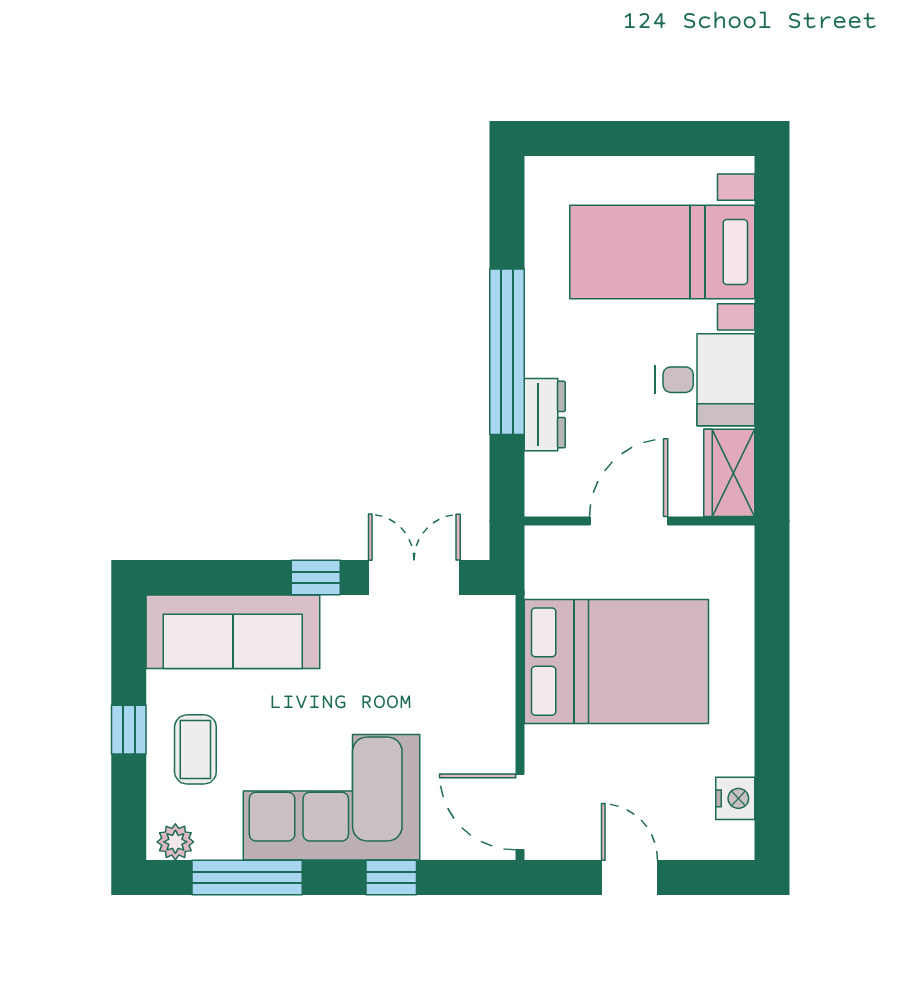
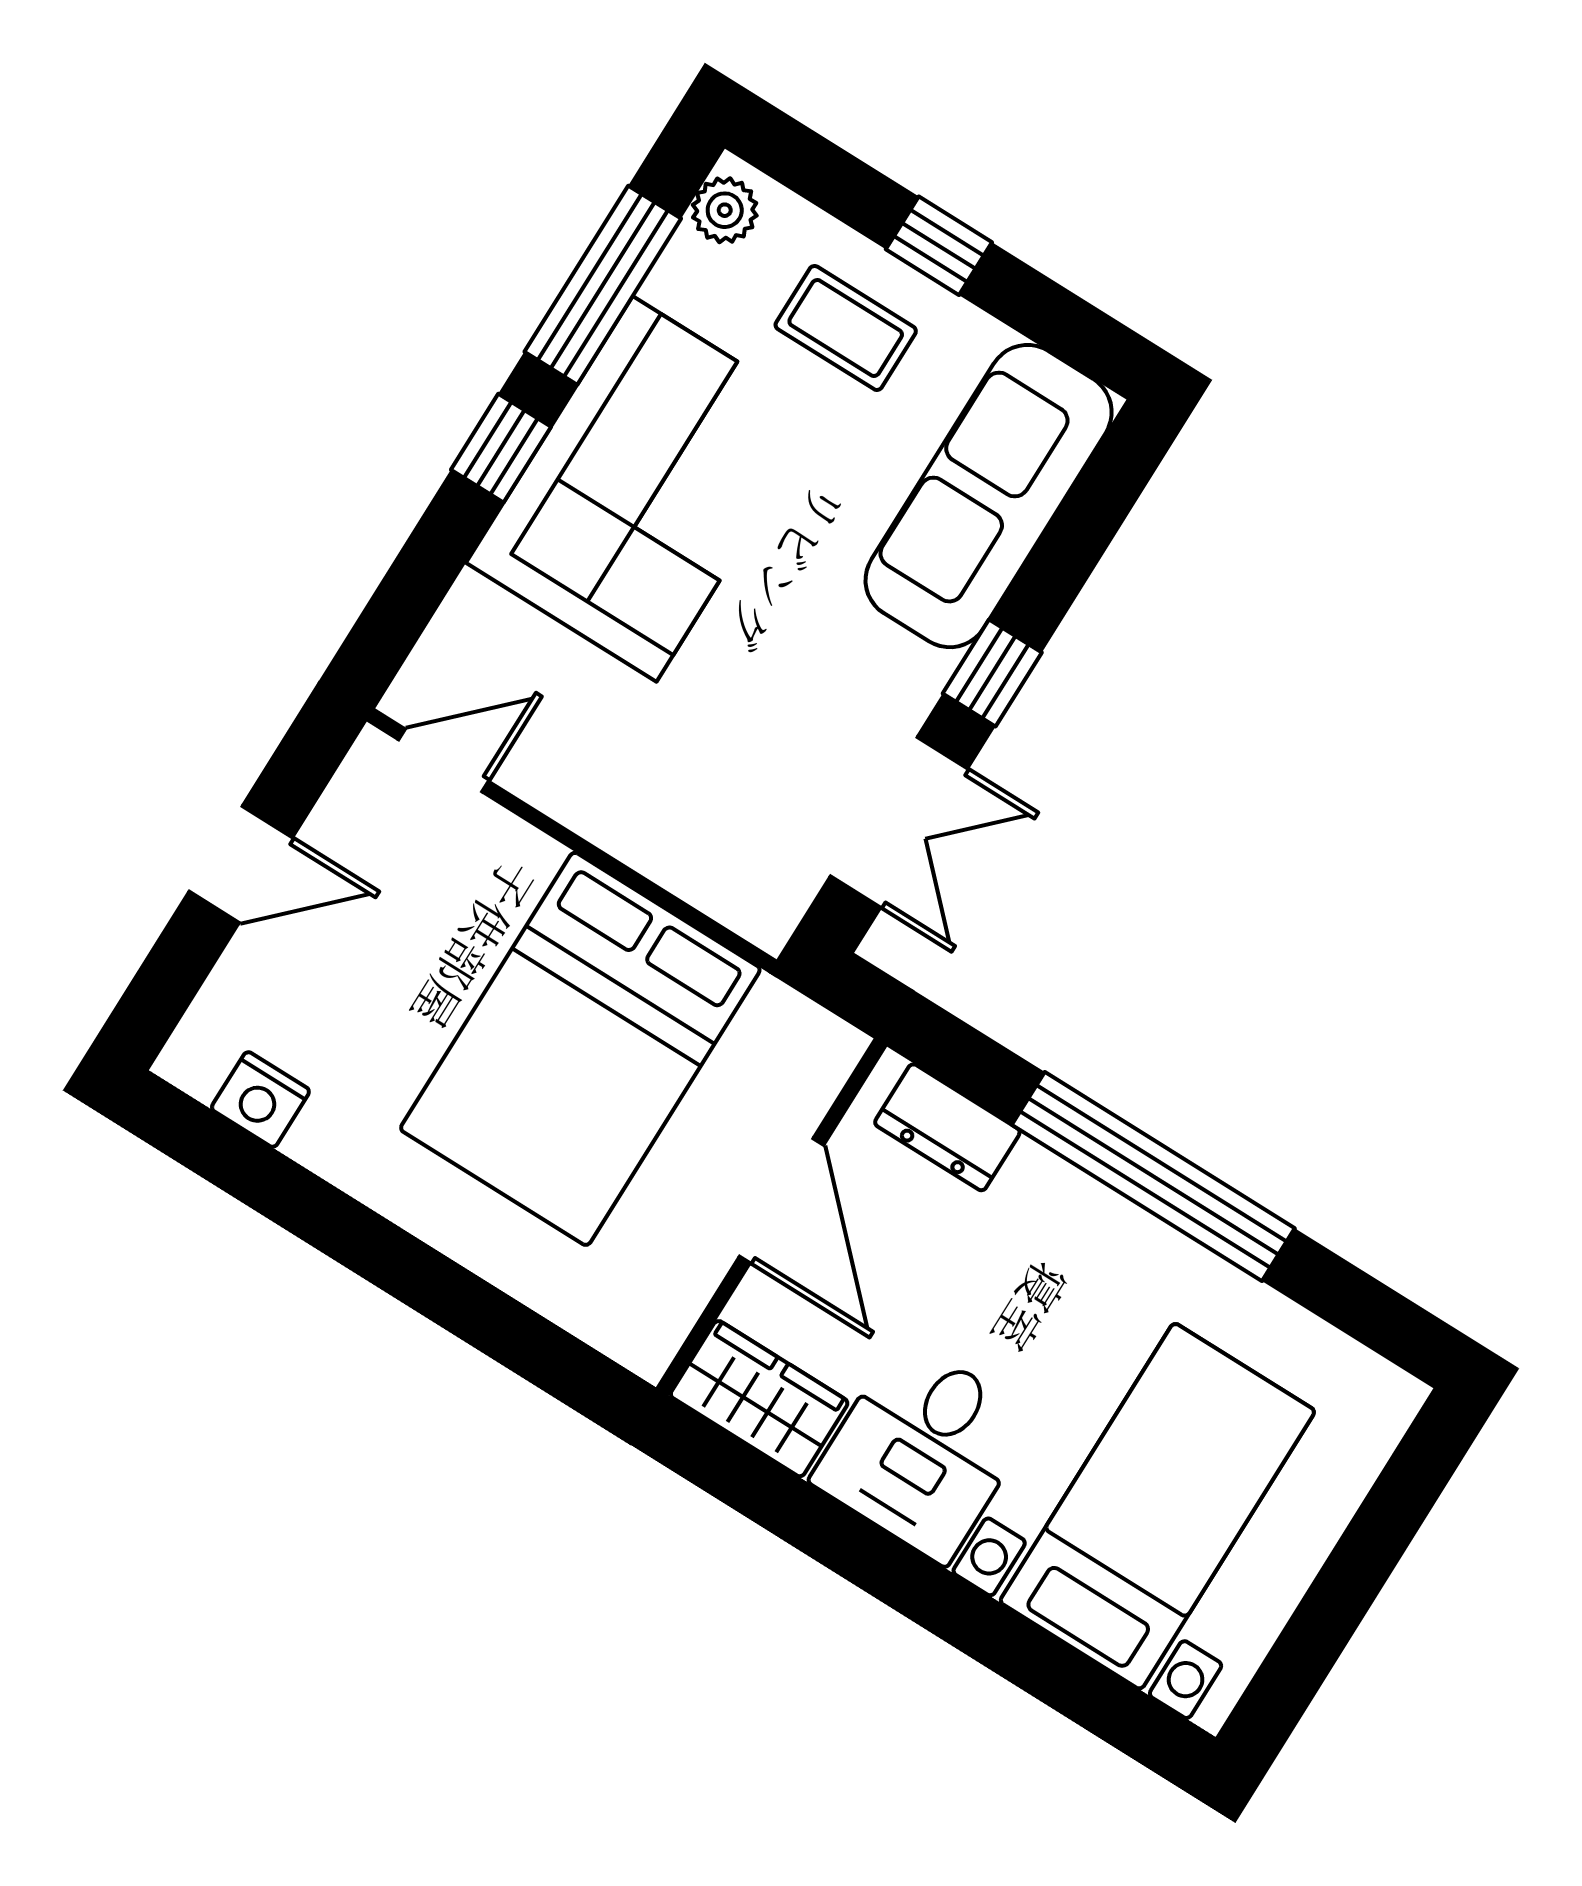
dresser: (545, 415) -> (947, 1127), moved
door: (520, 812) -> (444, 760), width x0.73
window: (391, 877) -> (501, 448), moved

